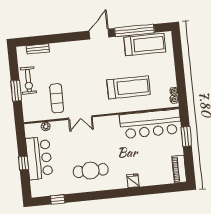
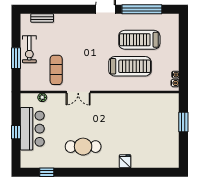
treadmill: (145, 45) -> (139, 40), moved, turned 180
bar counter: (150, 124) -> (148, 105), removed
piano: (179, 169) -> (173, 154), removed

